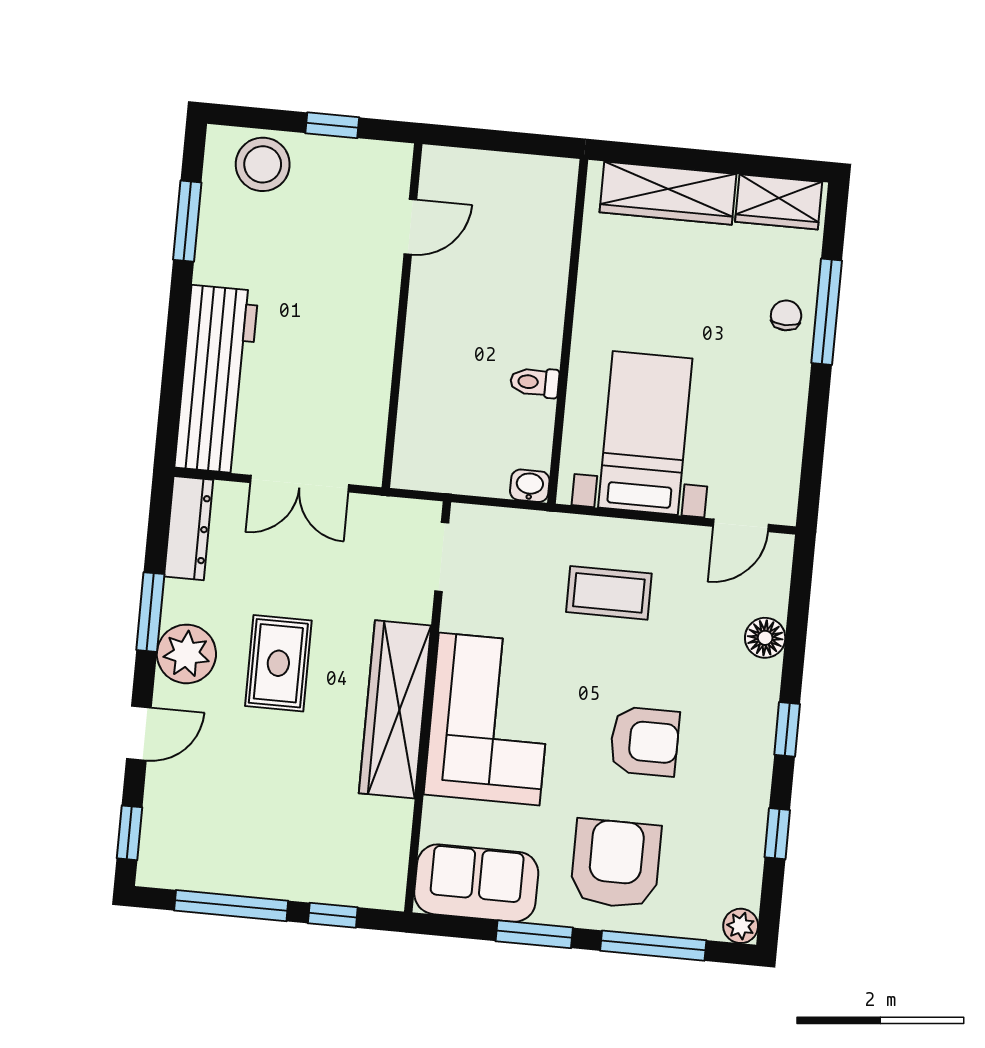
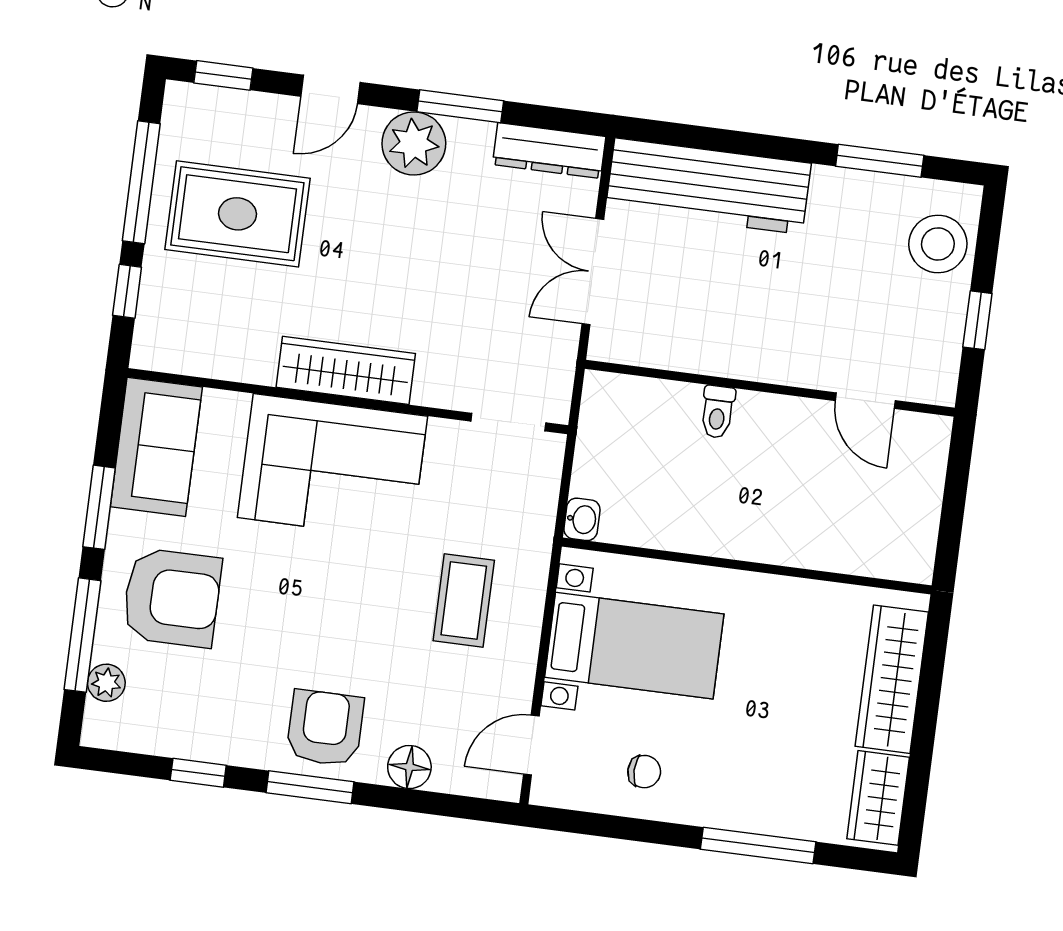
chair: (786, 315) -> (644, 772), moved
toilet: (535, 382) -> (718, 412), moved, turned 180
door: (741, 525) -> (531, 745), hinge flipped
rug: (278, 663) -> (237, 214), moved, width x1.36, depth x1.43
wardrobe: (395, 709) -> (346, 370), width x0.71, depth x0.85
window: (787, 729) -> (310, 787), width x1.50
door: (139, 733) -> (330, 89), hinge flipped
armchair: (644, 741) -> (325, 728), moved, turned 180
plant: (741, 926) -> (106, 683), moved

